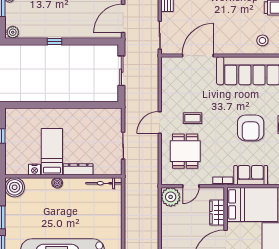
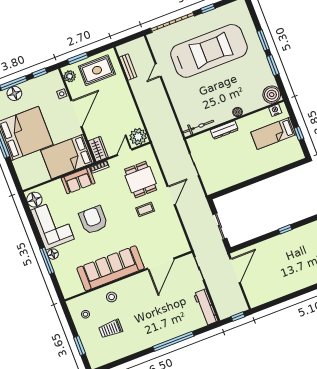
bed: (52, 152) -> (274, 133), moved, turned 90
nightstand: (35, 170) -> (275, 110), moved
wardrobe: (217, 213) -> (98, 149), moved

